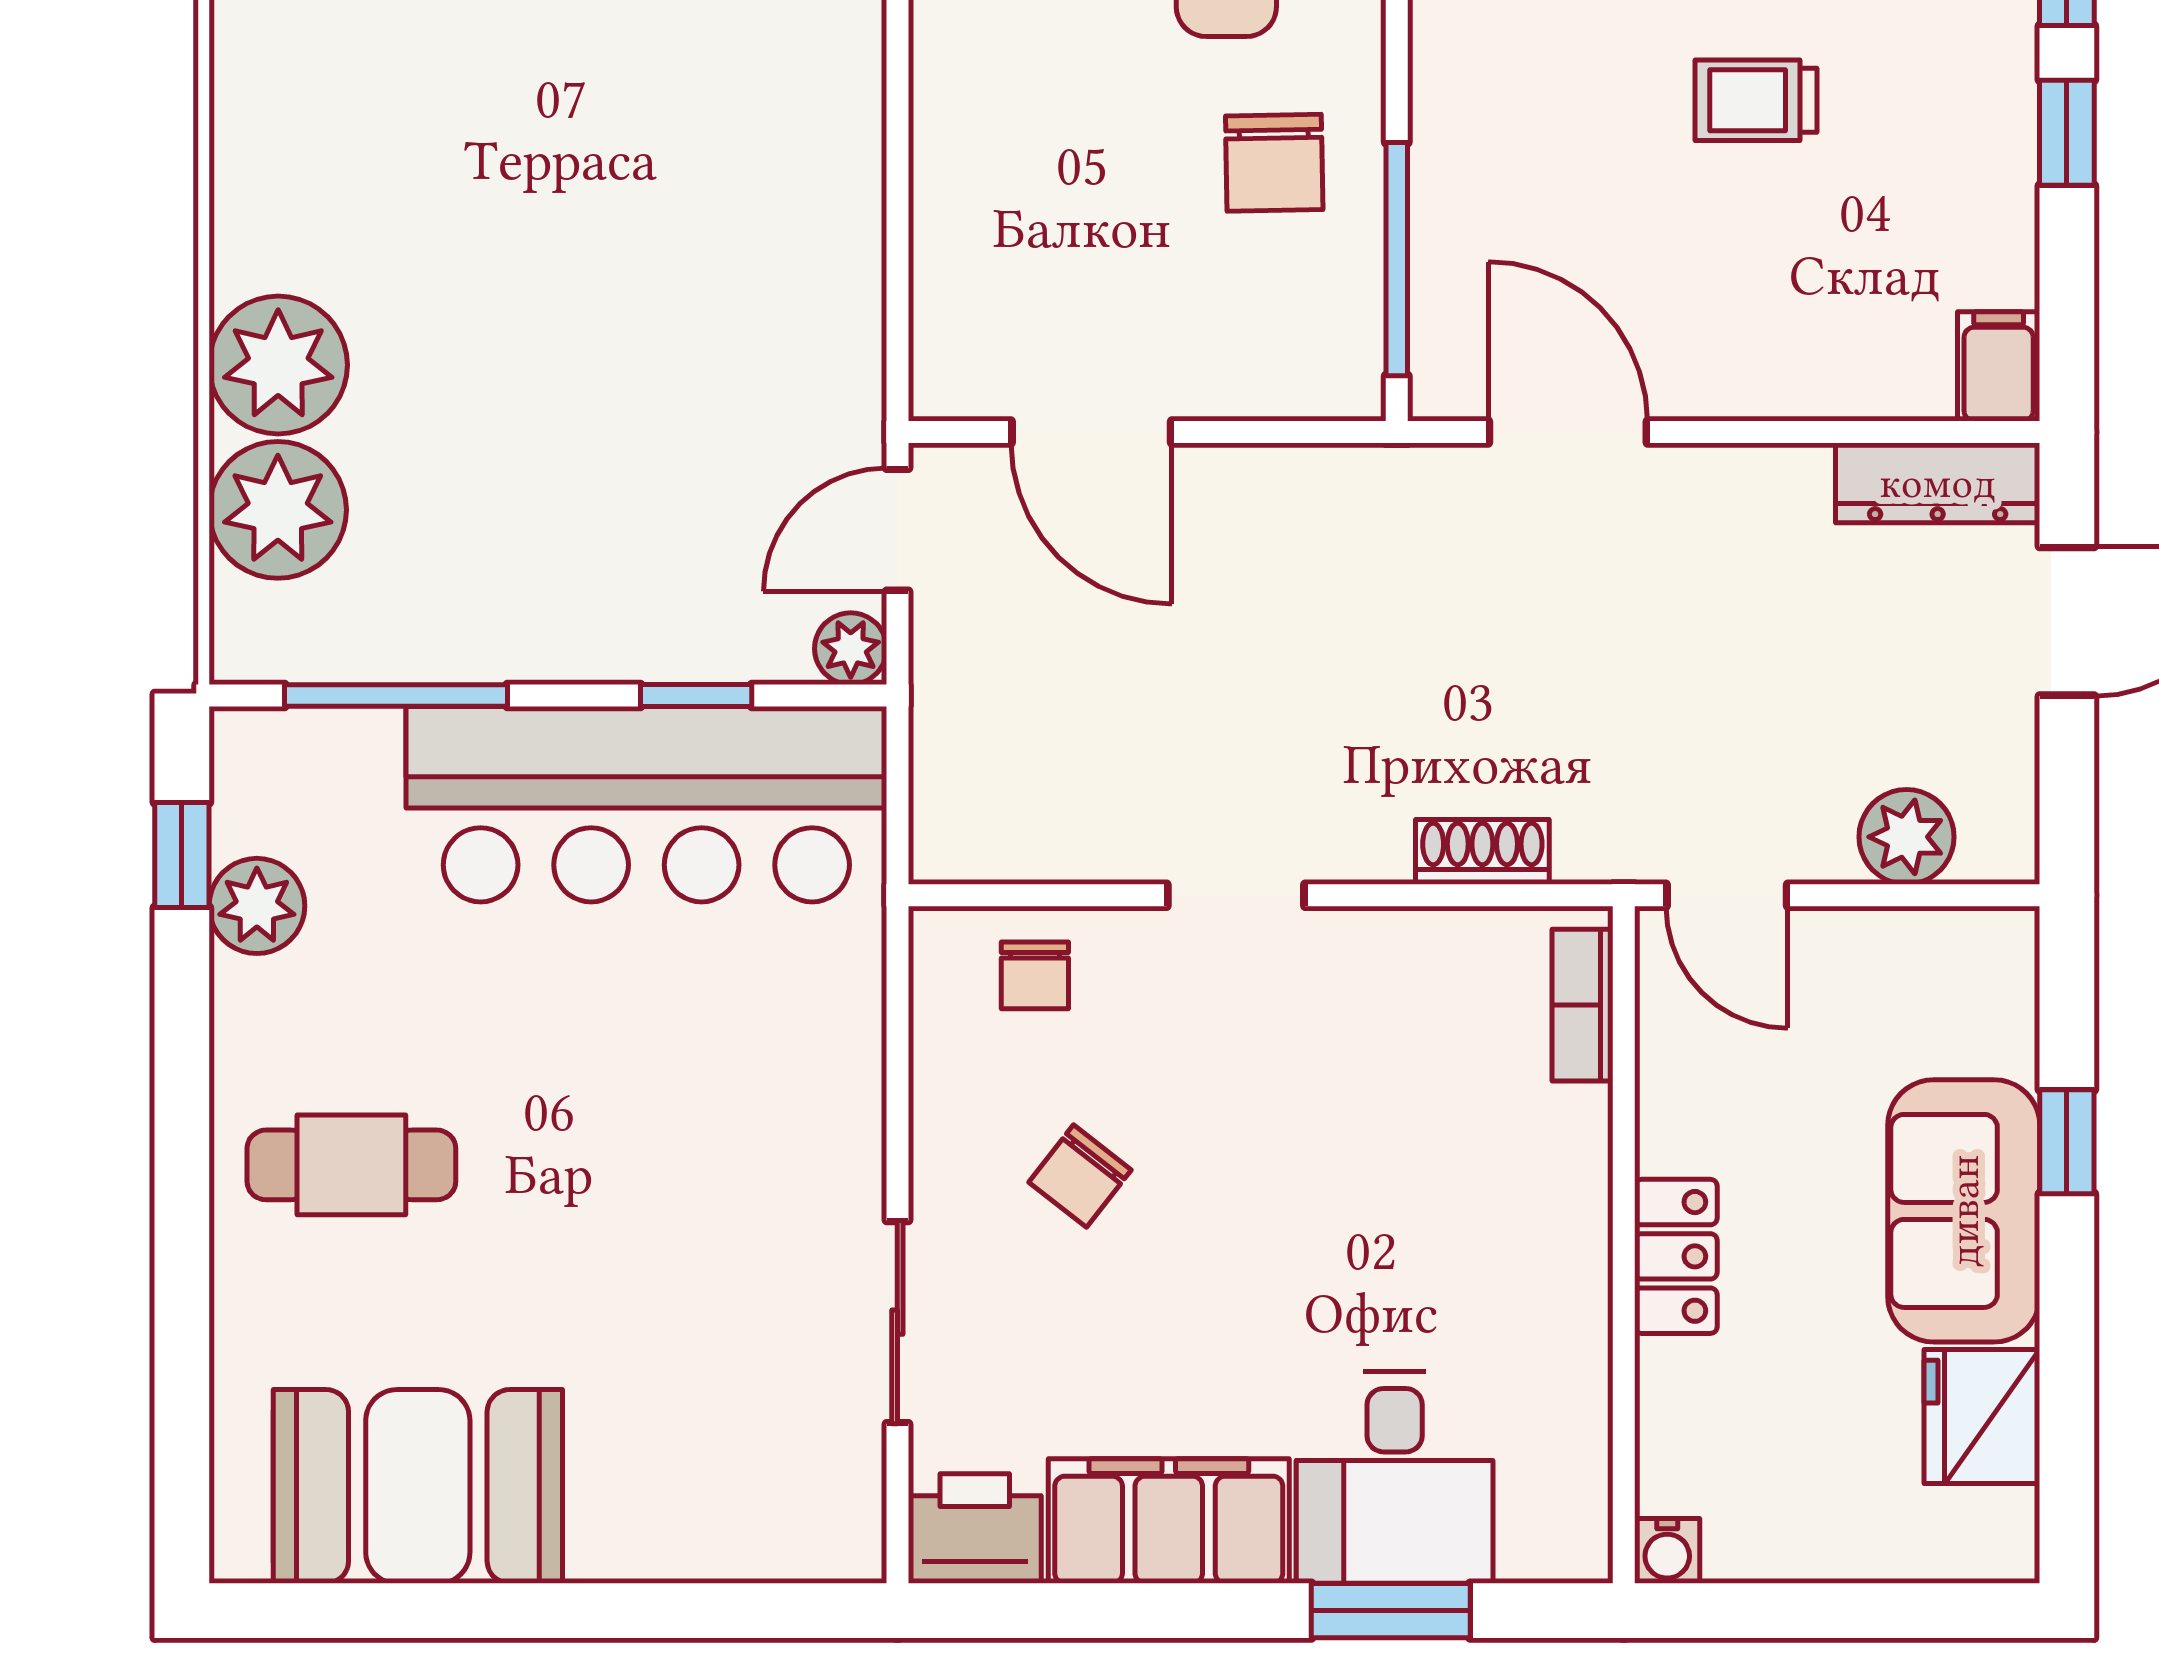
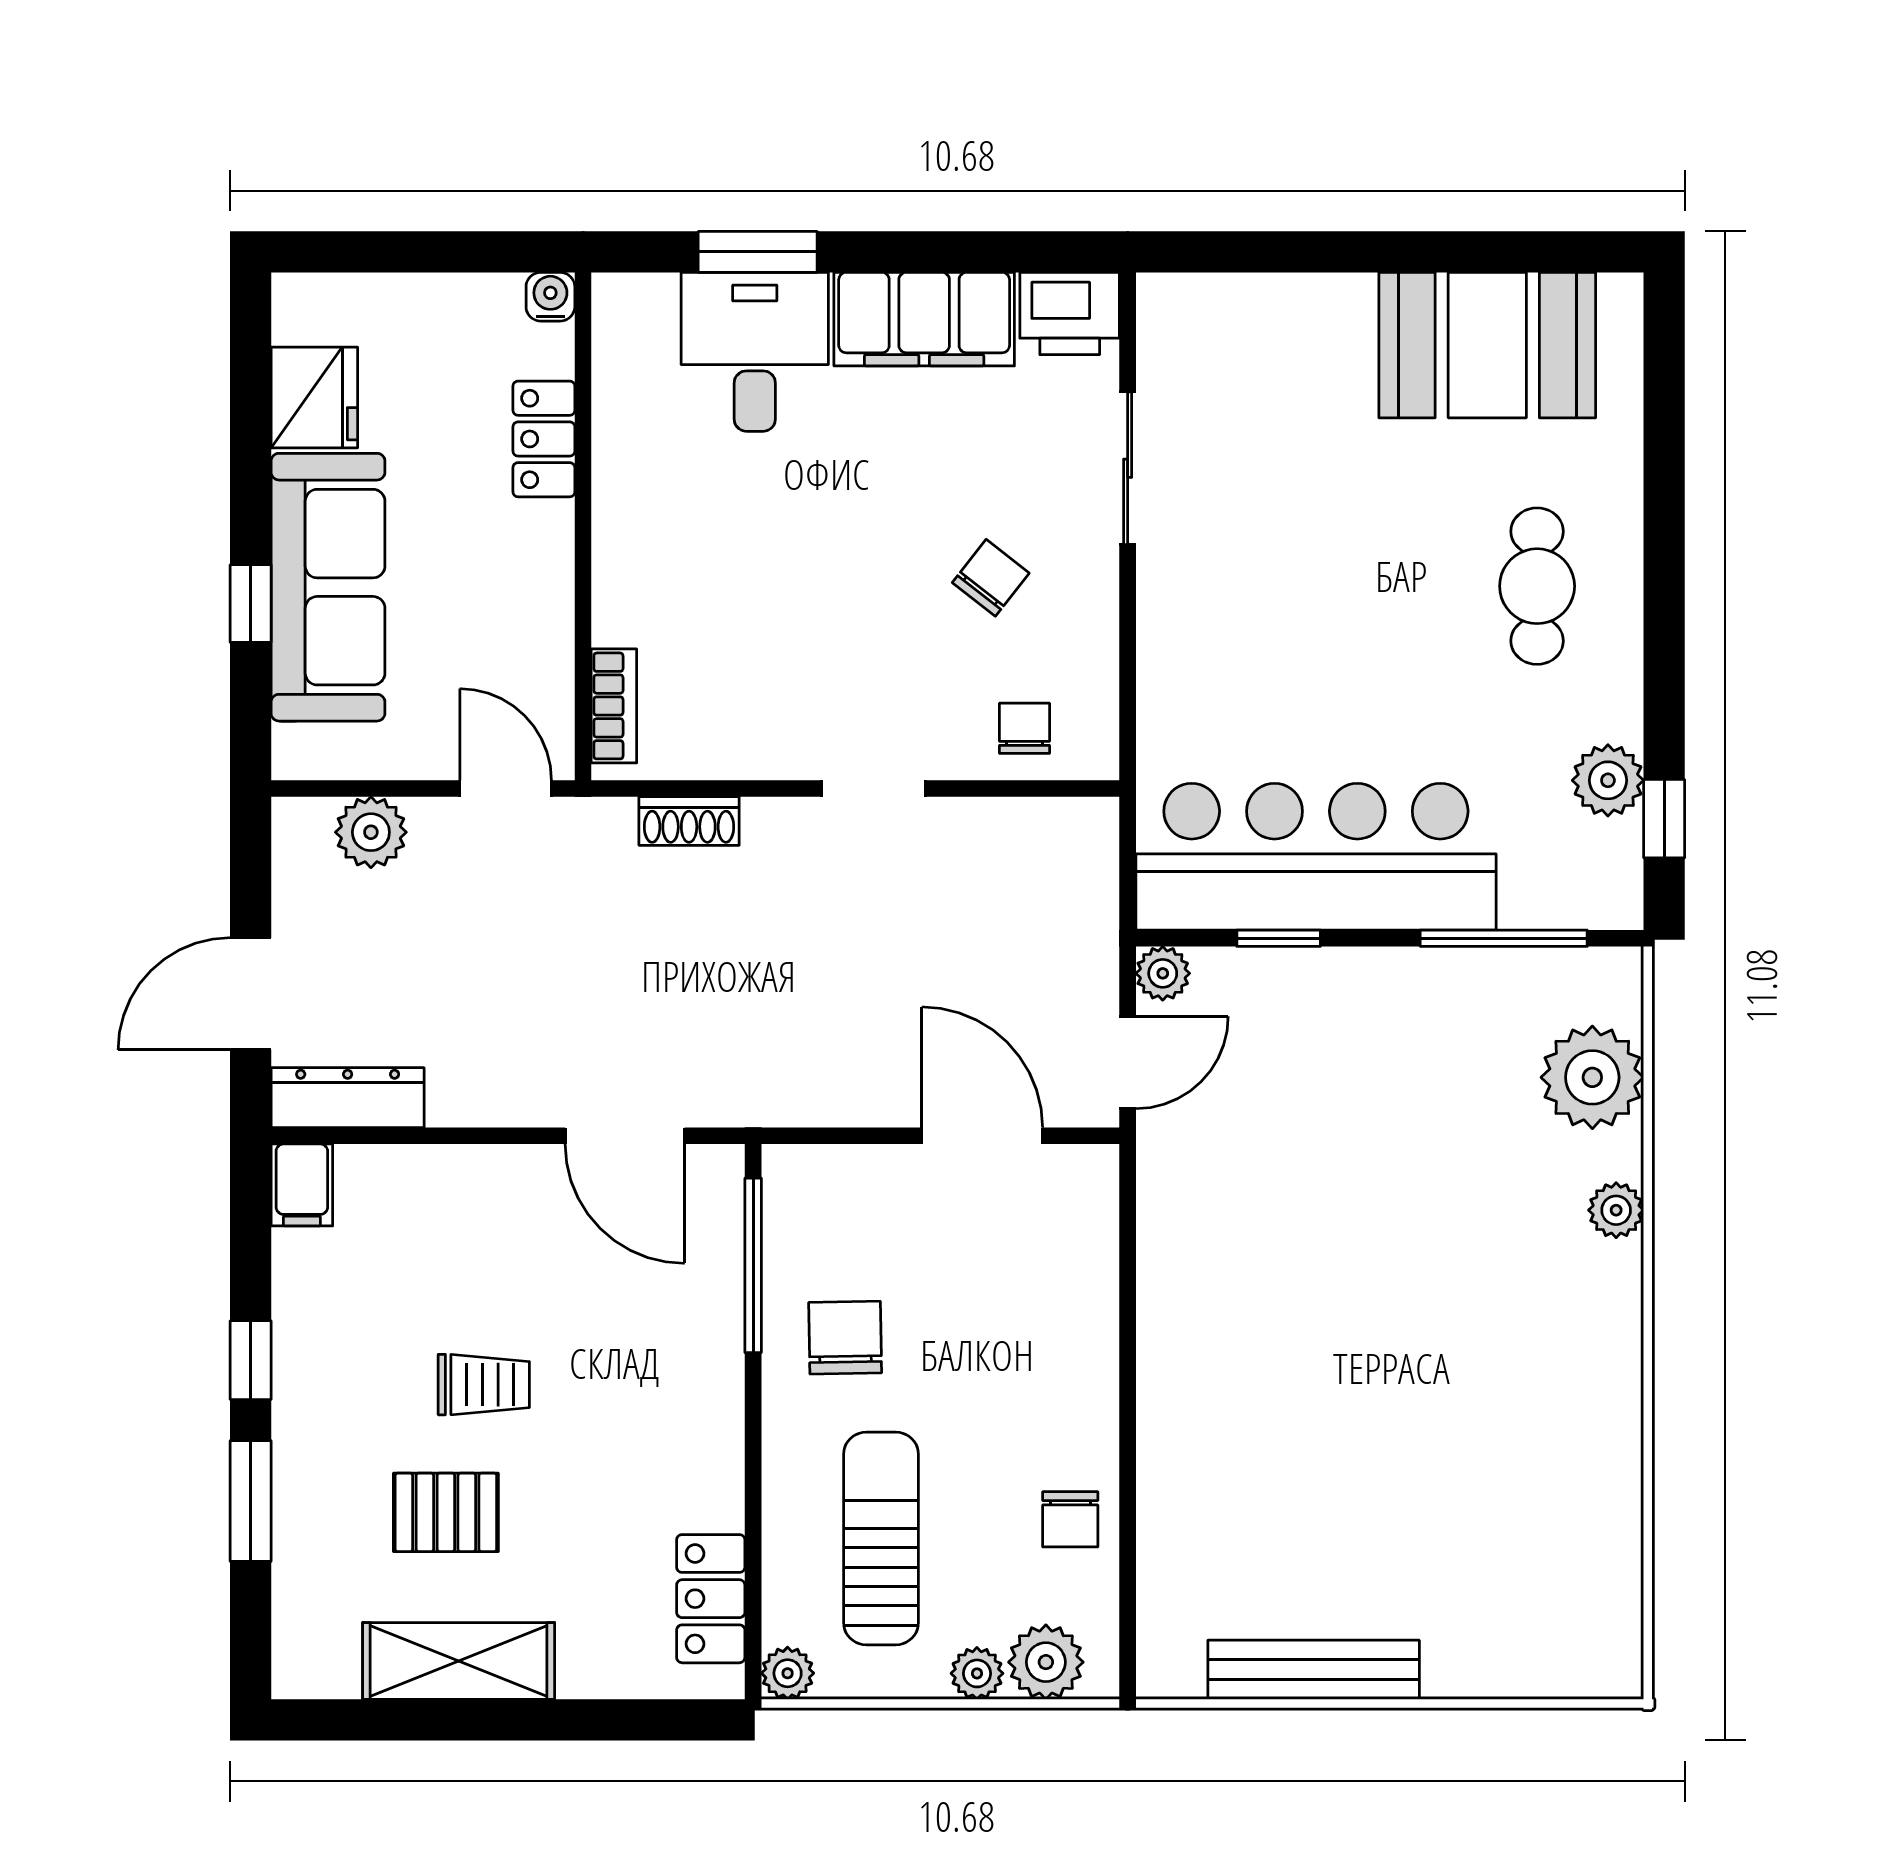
plant: (278, 365) -> (1616, 1210), width x0.53, depth x0.53
cafe table: (351, 1165) -> (1537, 586), turned 90
sofa: (1964, 1211) -> (328, 587), width x1.36
locker: (1676, 1256) -> (544, 439), moved

